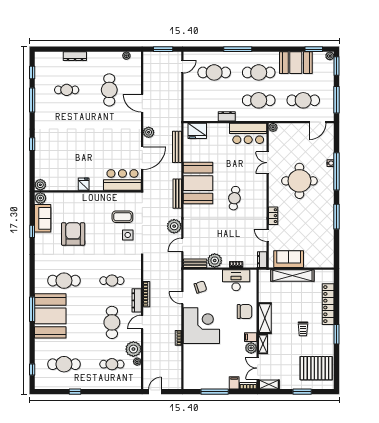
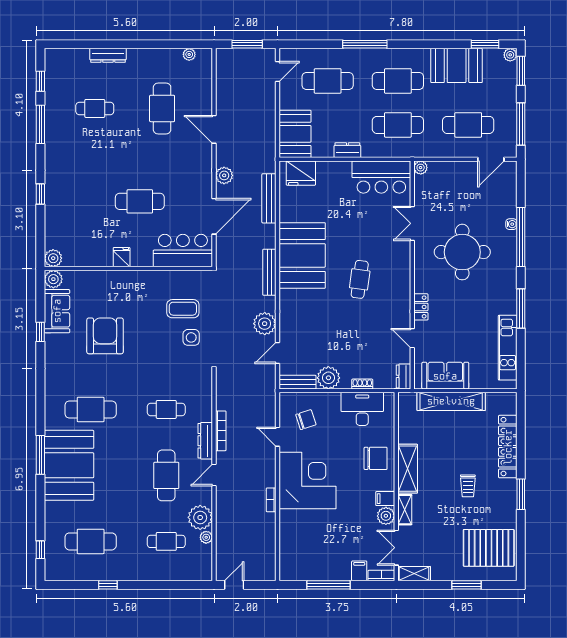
booth: (193, 106) -> (295, 134), added
cafe table: (95, 149) -> (140, 201), added
kitchen unit: (328, 241) -> (508, 348), added

